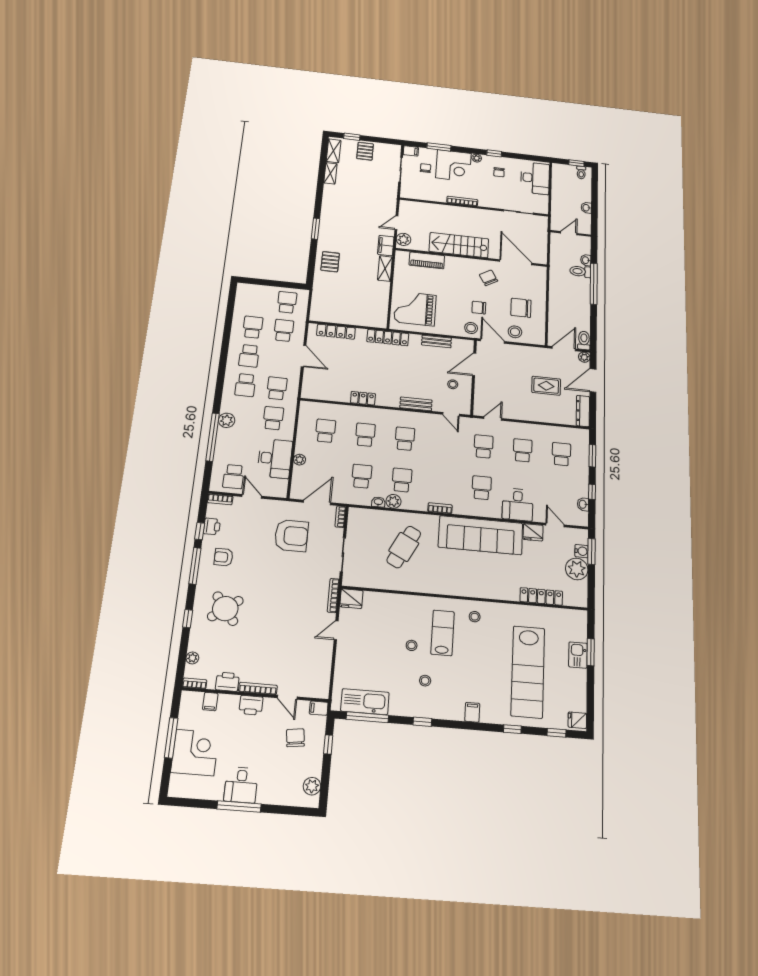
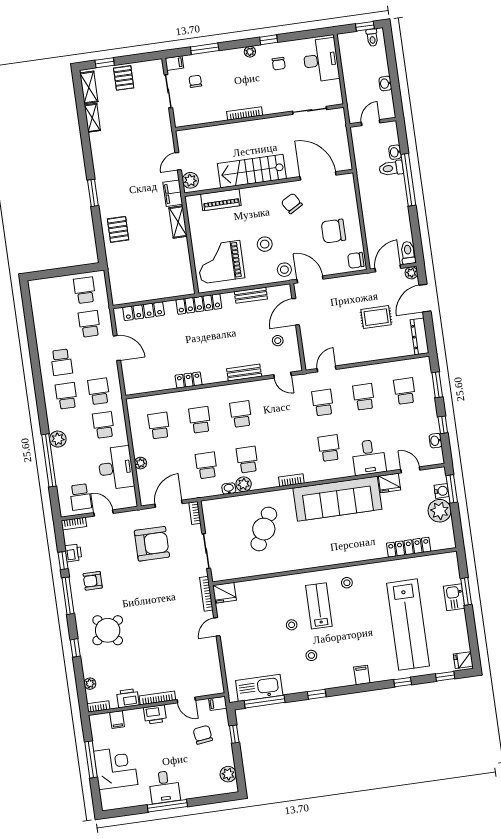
corner desk: (453, 166) -> (226, 69), removed
chair: (479, 308) -> (356, 260), moved
school desk: (253, 327) -> (57, 328), removed
stool: (515, 332) -> (265, 244), moved
school desk: (245, 385) -> (66, 396), turned 180

